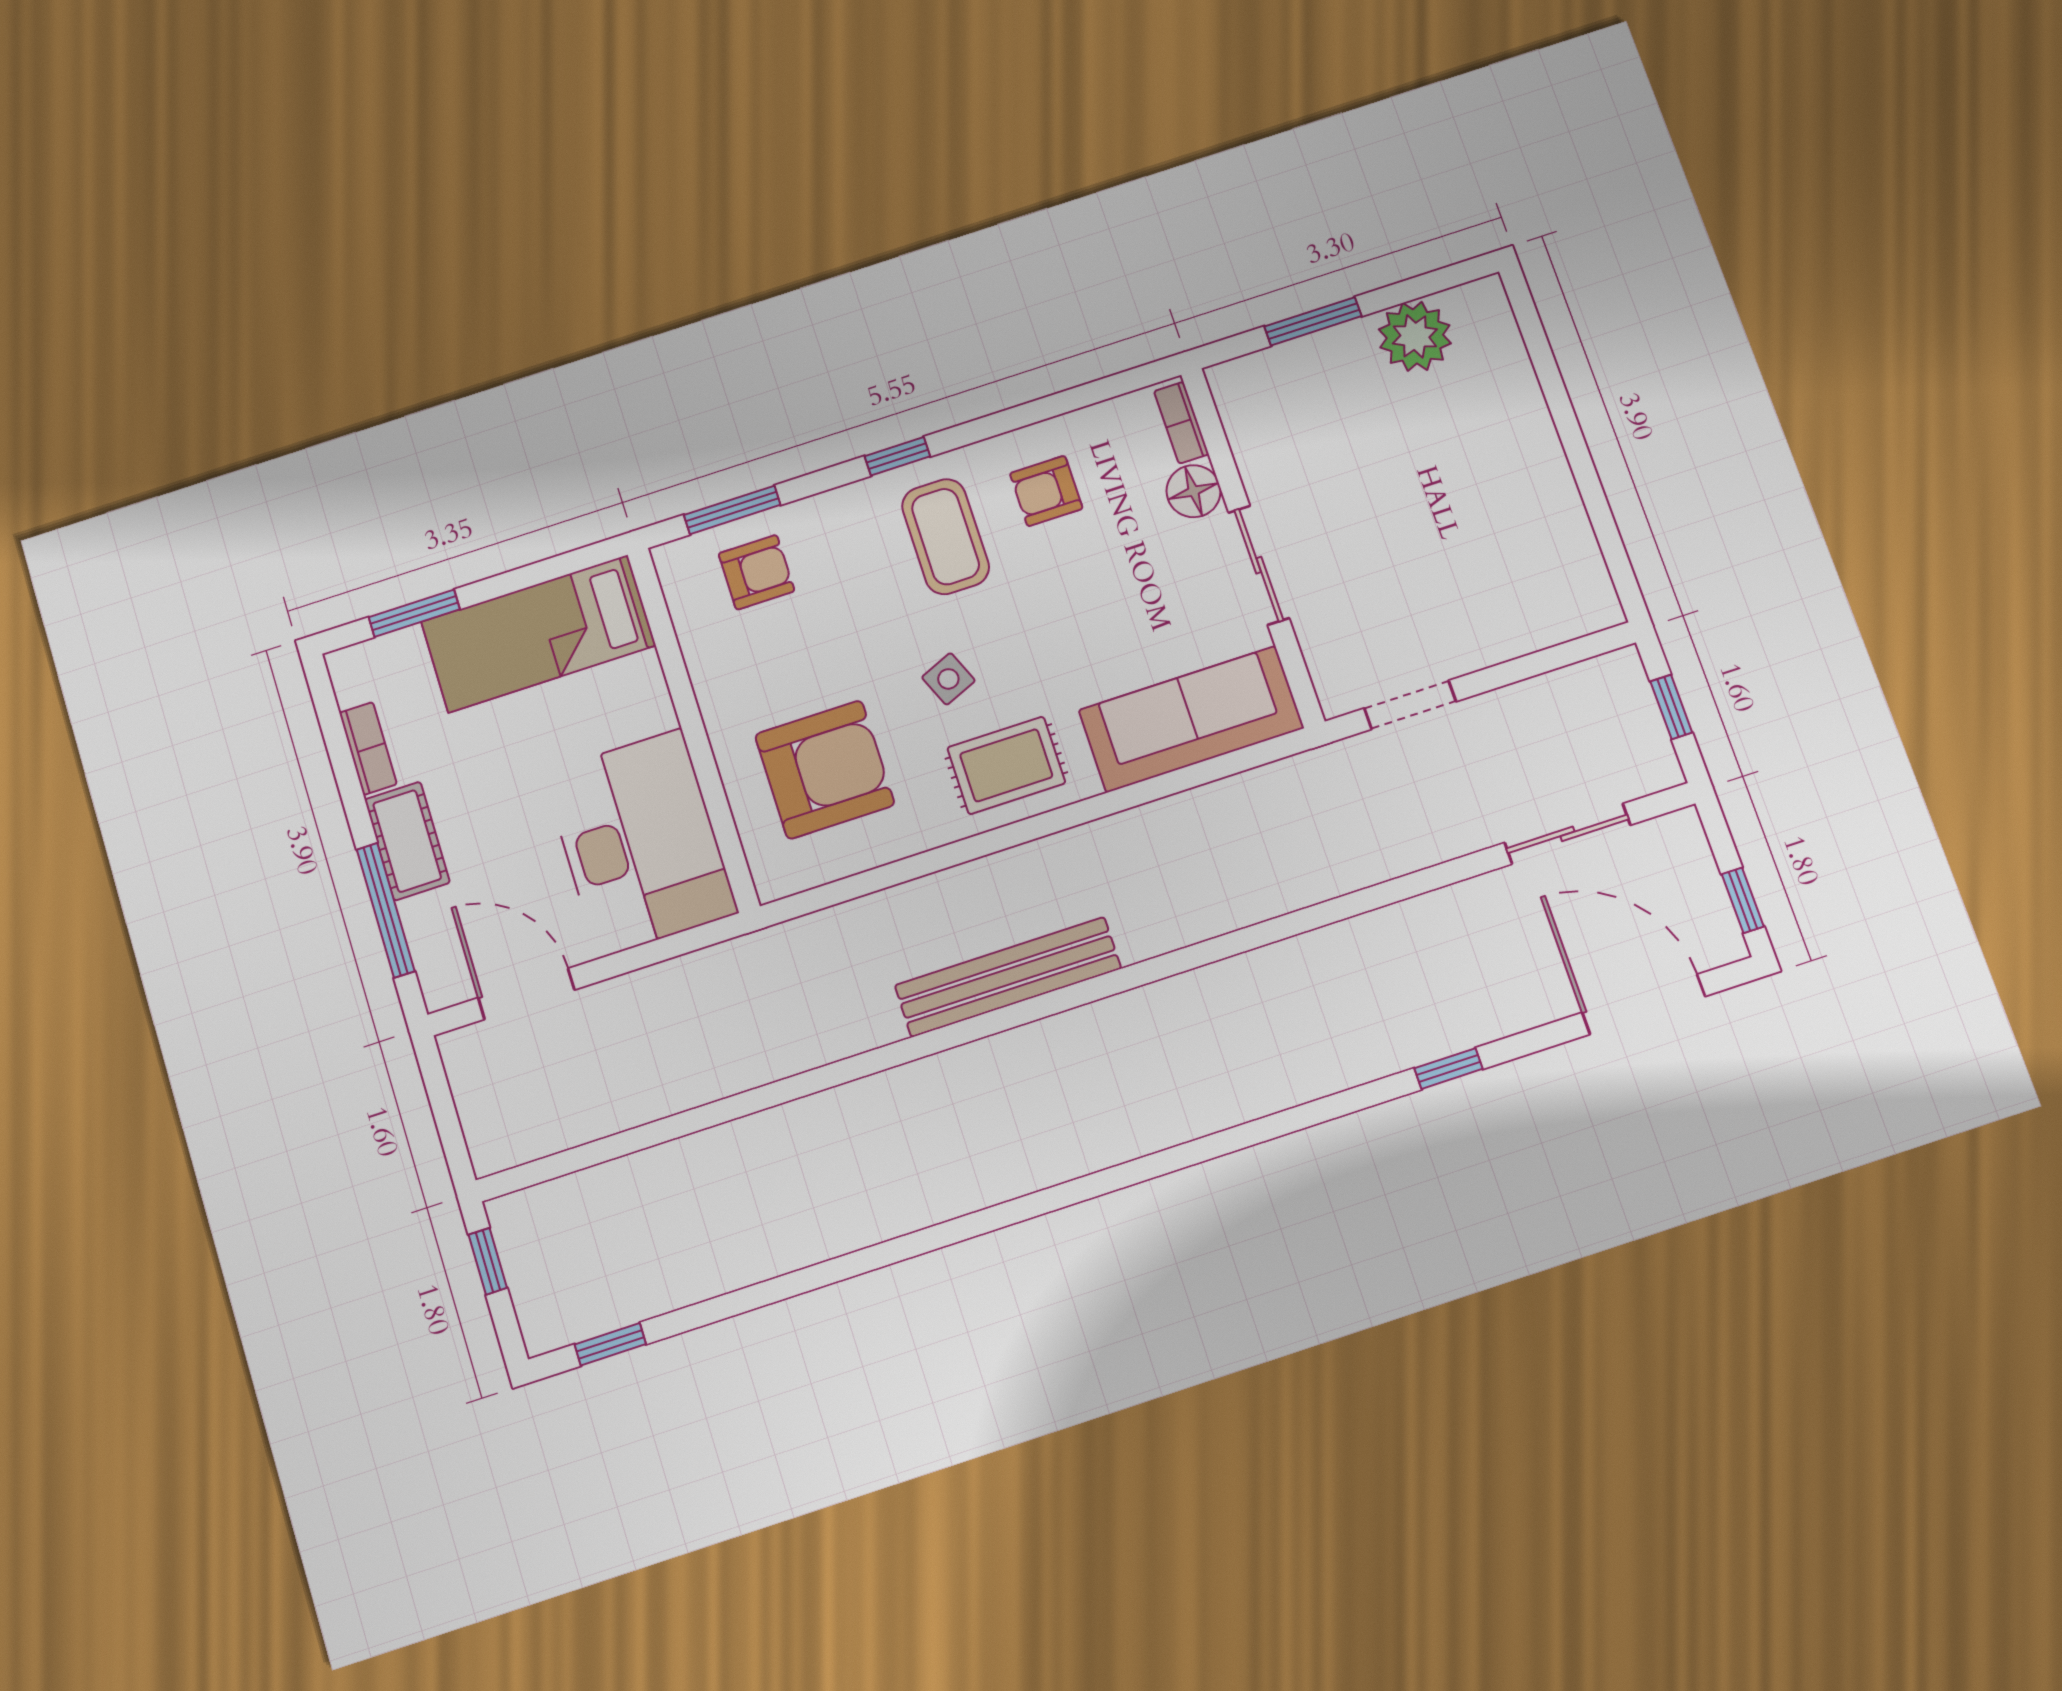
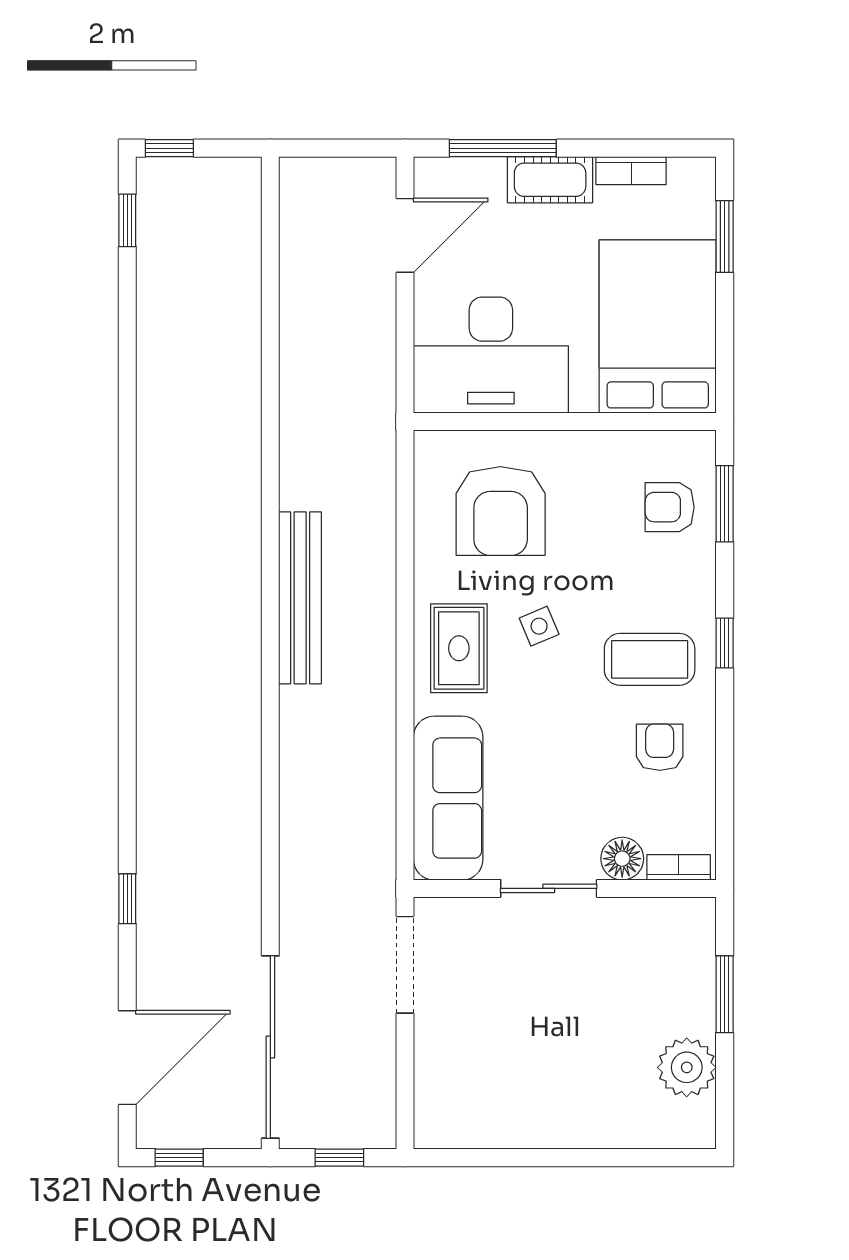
armchair: (756, 572) -> (670, 507), turned 90
bed: (538, 634) -> (658, 326), width x1.50
doorway: (1410, 705) -> (405, 965), width x1.38
sliding door: (1567, 834) -> (270, 1047), width x1.86
window: (488, 1261) -> (169, 148), moved

